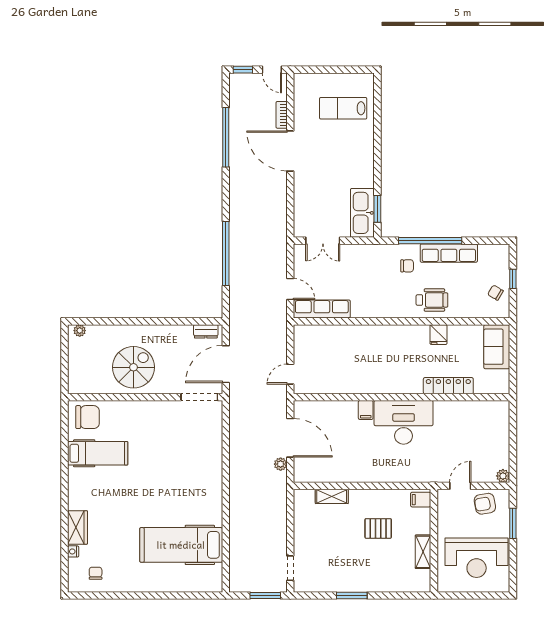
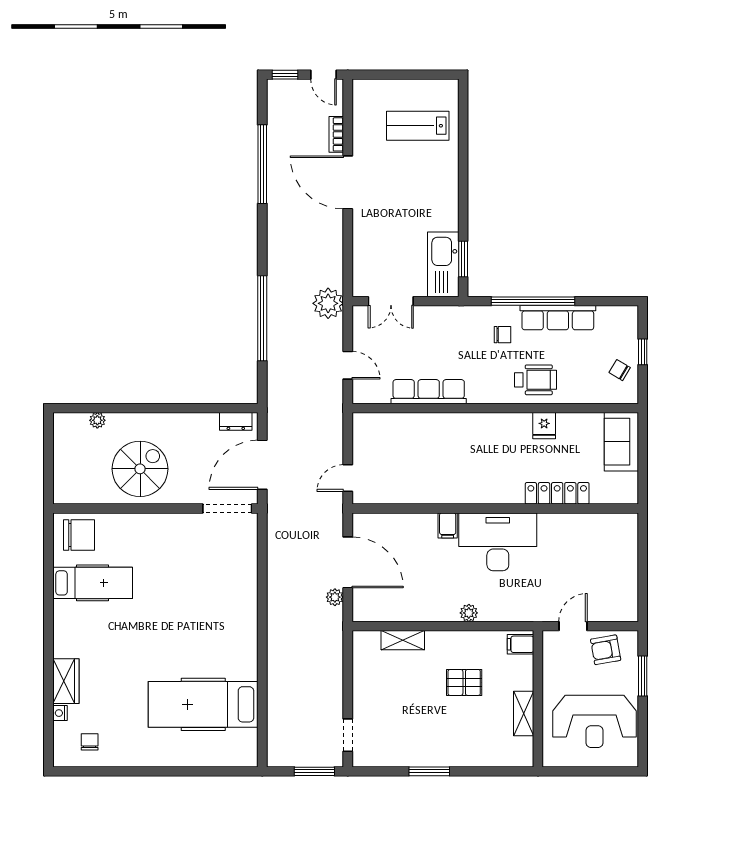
plant: (275, 242) -> (328, 303), added
row of seats: (322, 309) -> (429, 392), moved
plant: (80, 331) -> (97, 420), moved
plant: (503, 476) -> (469, 613), moved

